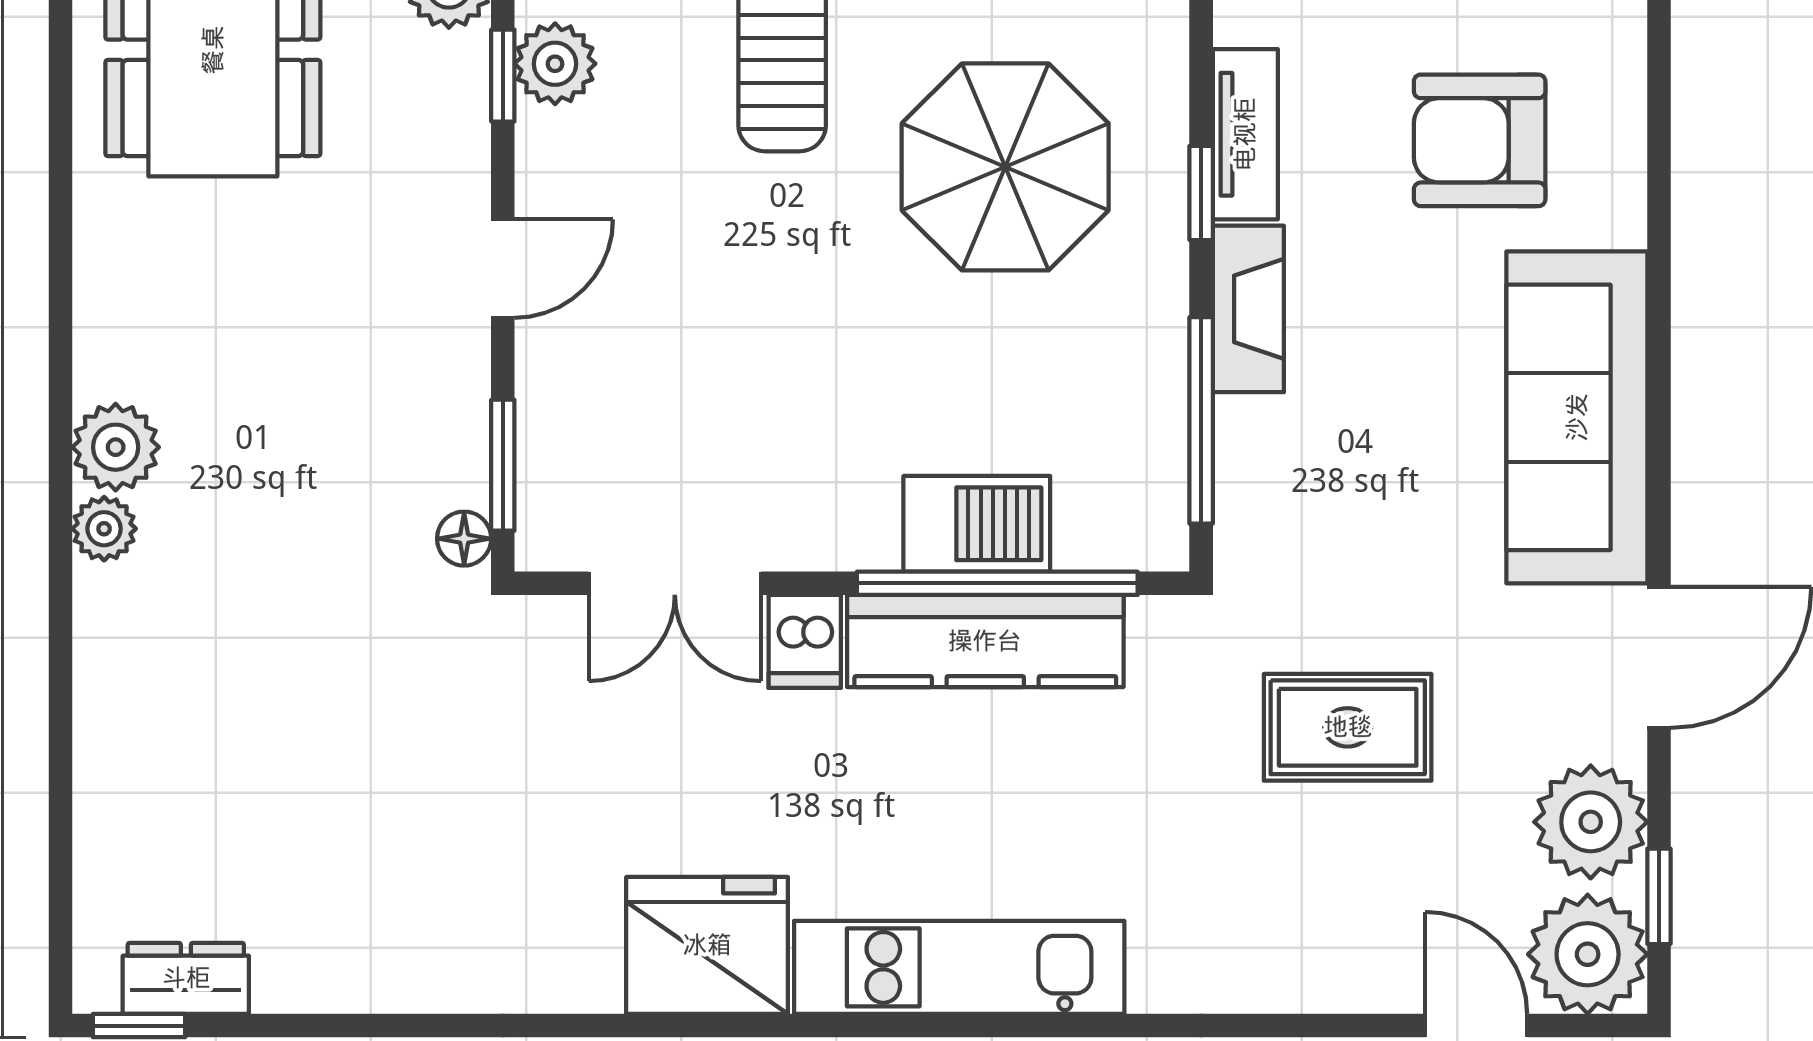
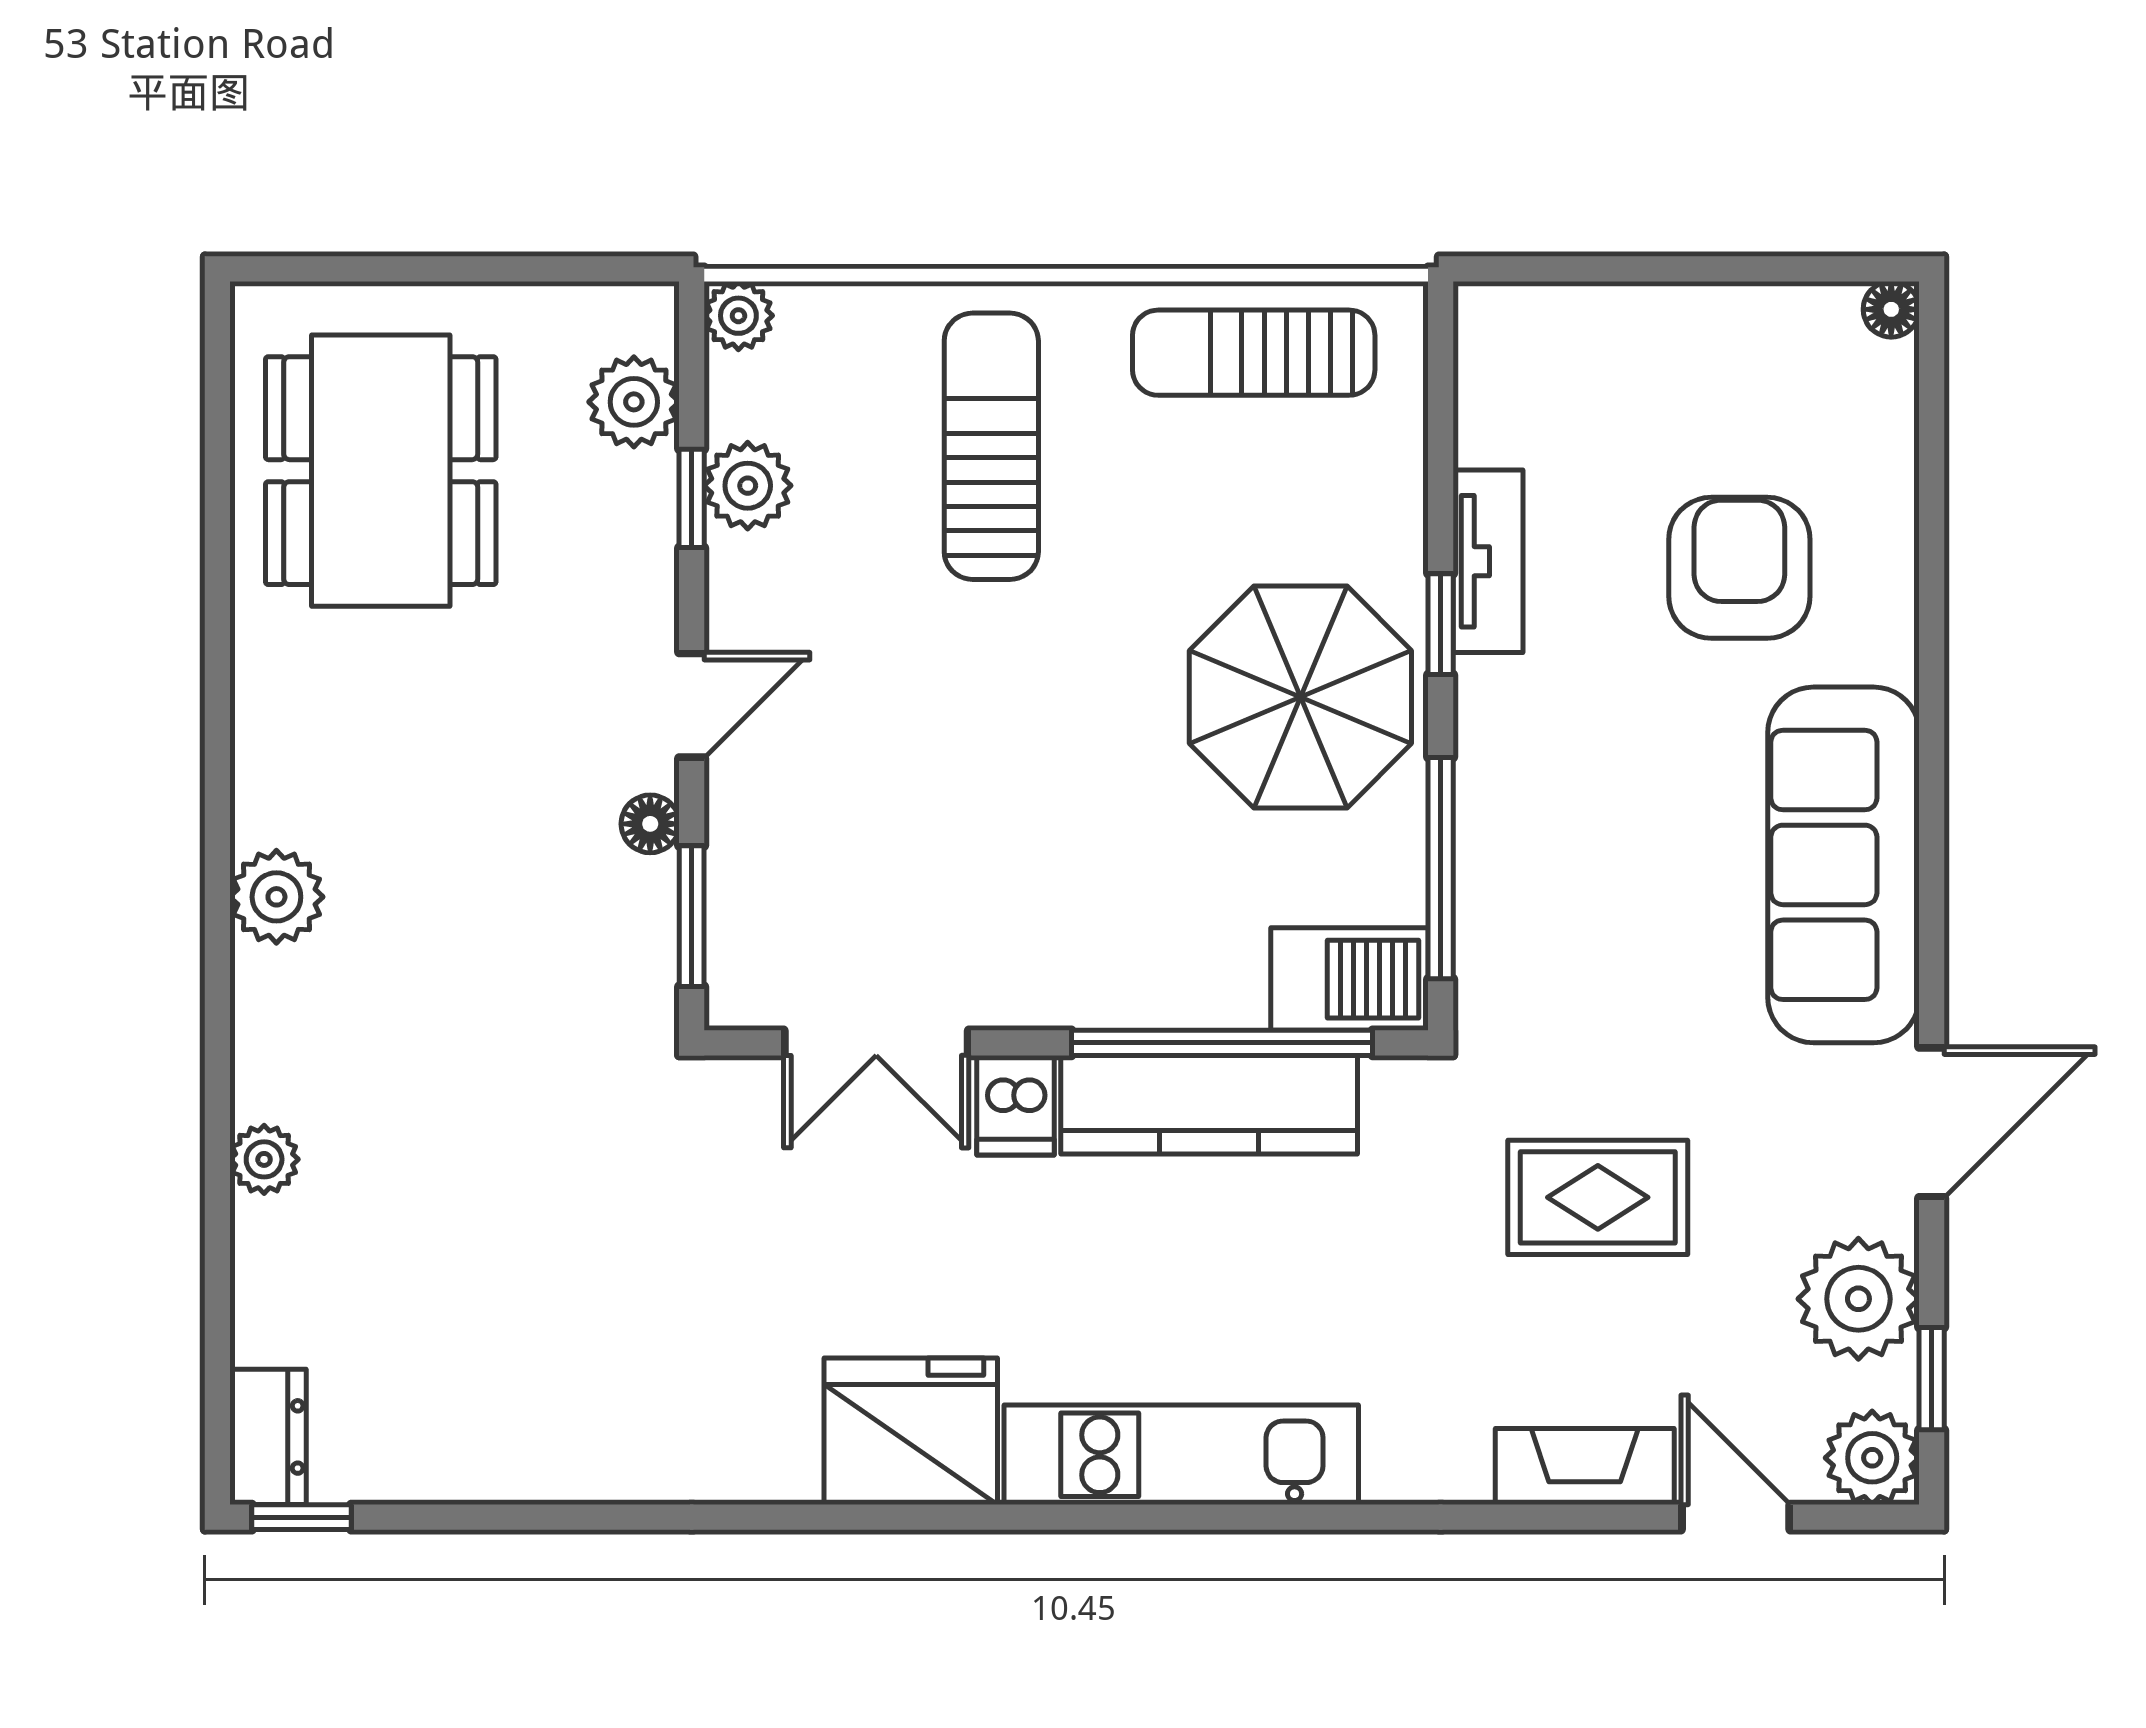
armchair: (1480, 140) -> (1739, 568), turned 90
parasol: (1005, 167) -> (1300, 697), moved
fireplace: (1248, 309) -> (1585, 1467), moved, turned -90
barbecue: (977, 524) -> (1350, 979), moved
plant: (104, 529) -> (264, 1159), moved
floor lamp: (464, 539) -> (650, 824), moved
plant: (1588, 954) -> (1872, 1458), width x0.73, depth x0.73
dresser: (186, 978) -> (268, 1437), moved, turned 90

